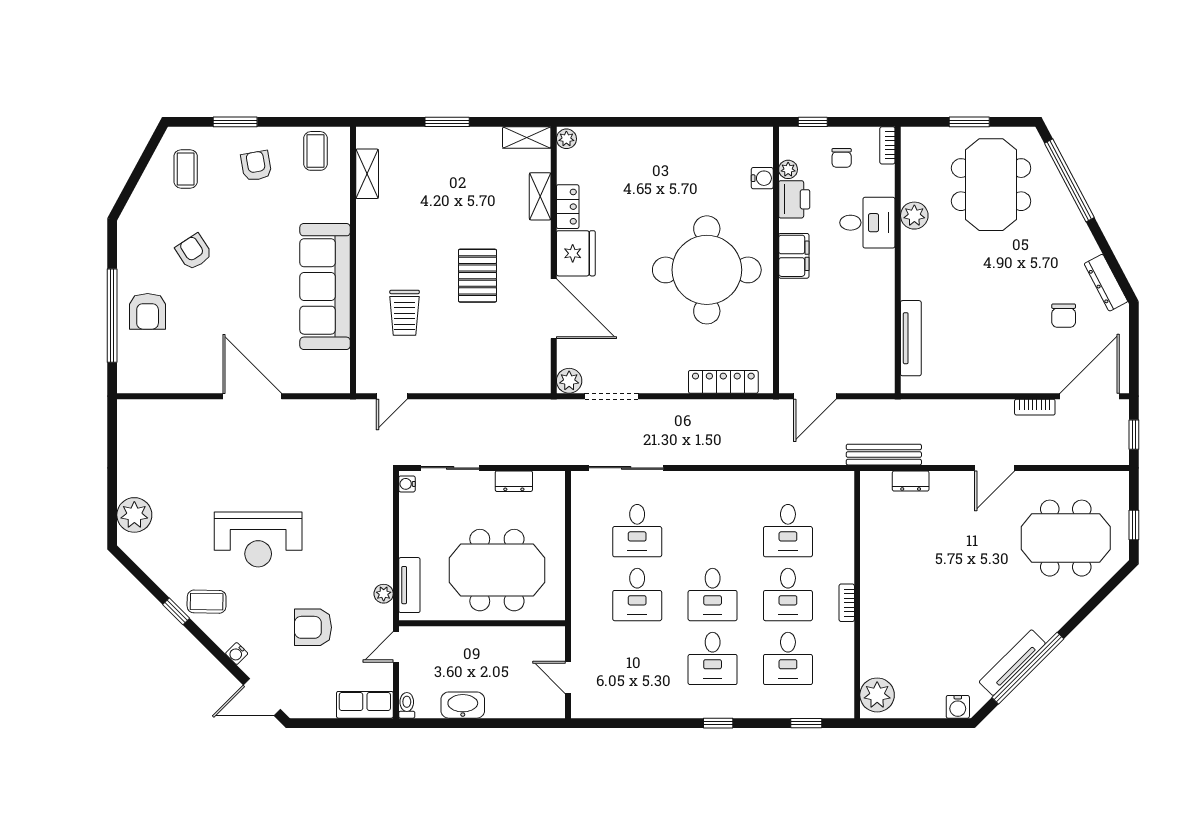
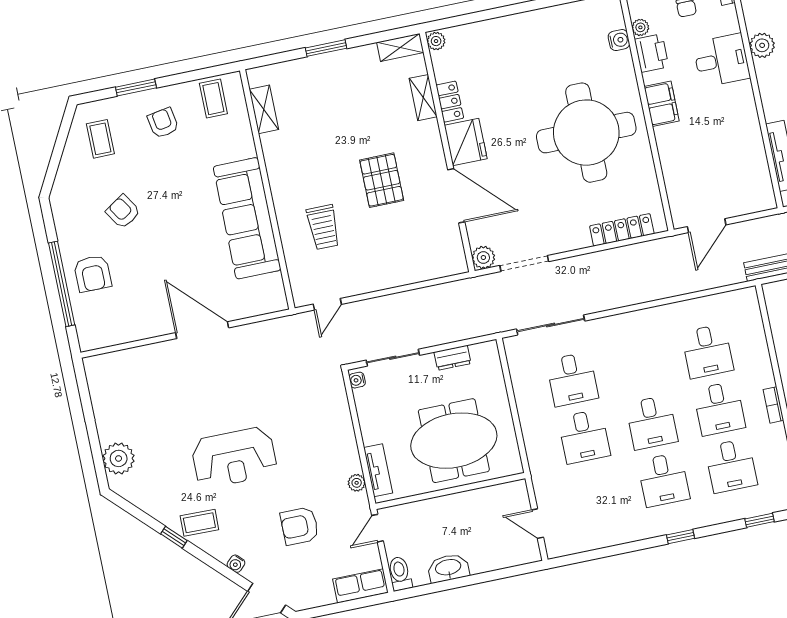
toilet: (407, 705) -> (400, 574), width x1.37, depth x1.39

